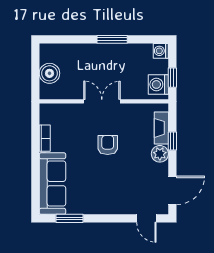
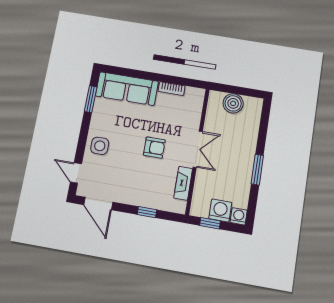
washing machine: (158, 84) -> (220, 211), moved
fireplace: (161, 128) -> (183, 183), moved, turned -90
plant: (160, 154) -> (137, 197), removed
side table: (115, 200) -> (100, 146), added
door: (146, 218) -> (76, 173), hinge flipped

